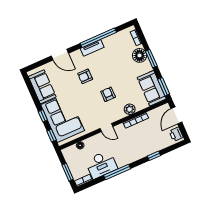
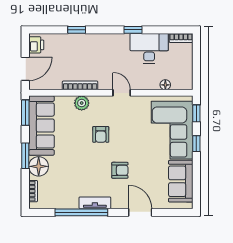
sofa: (152, 88) -> (41, 126), width x1.36
window: (68, 172) -> (196, 58), removed
window: (117, 172) -> (133, 30), width x0.46

